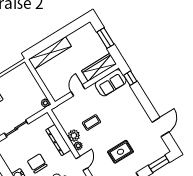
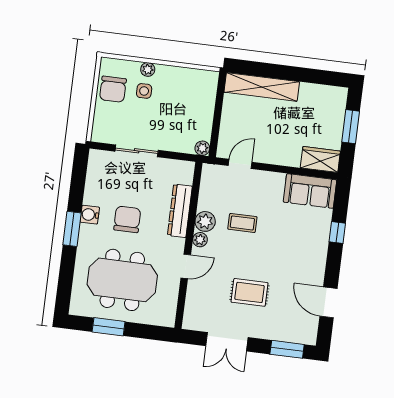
wardrobe: (99, 67) -> (320, 159), width x0.67
window: (130, 78) -> (337, 232), moved
door: (78, 90) -> (240, 164), moved
door: (160, 127) -> (328, 302), swing flipped

